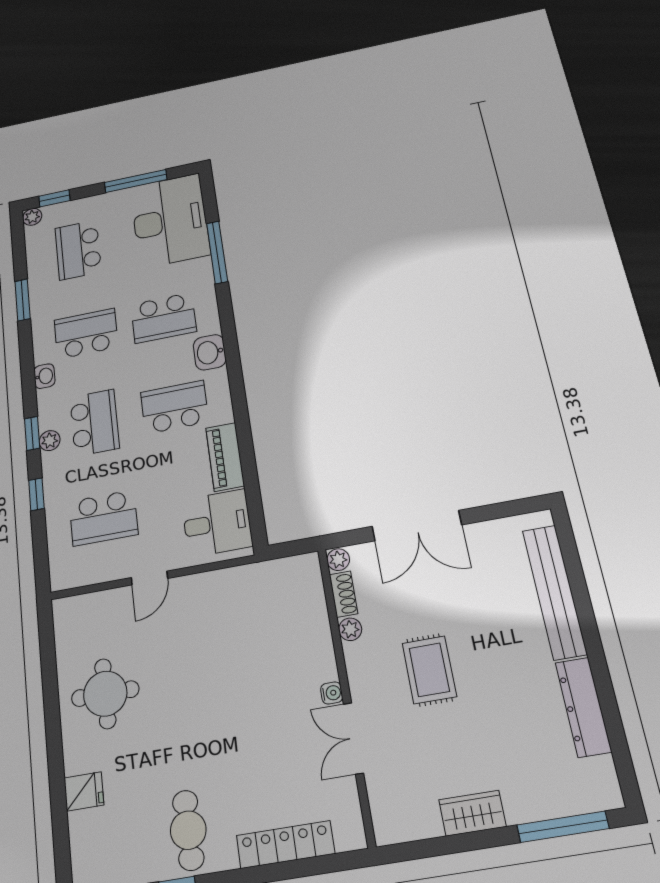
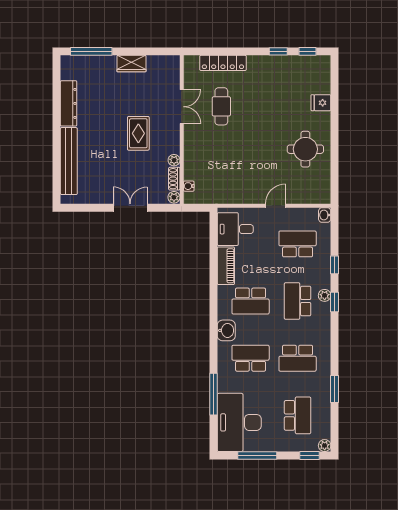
washbasin: (44, 376) -> (325, 215), moved
double door: (417, 526) -> (130, 208), width x0.73
water cooler: (332, 693) -> (189, 186), moved
cafe table: (188, 830) -> (221, 106), moved

